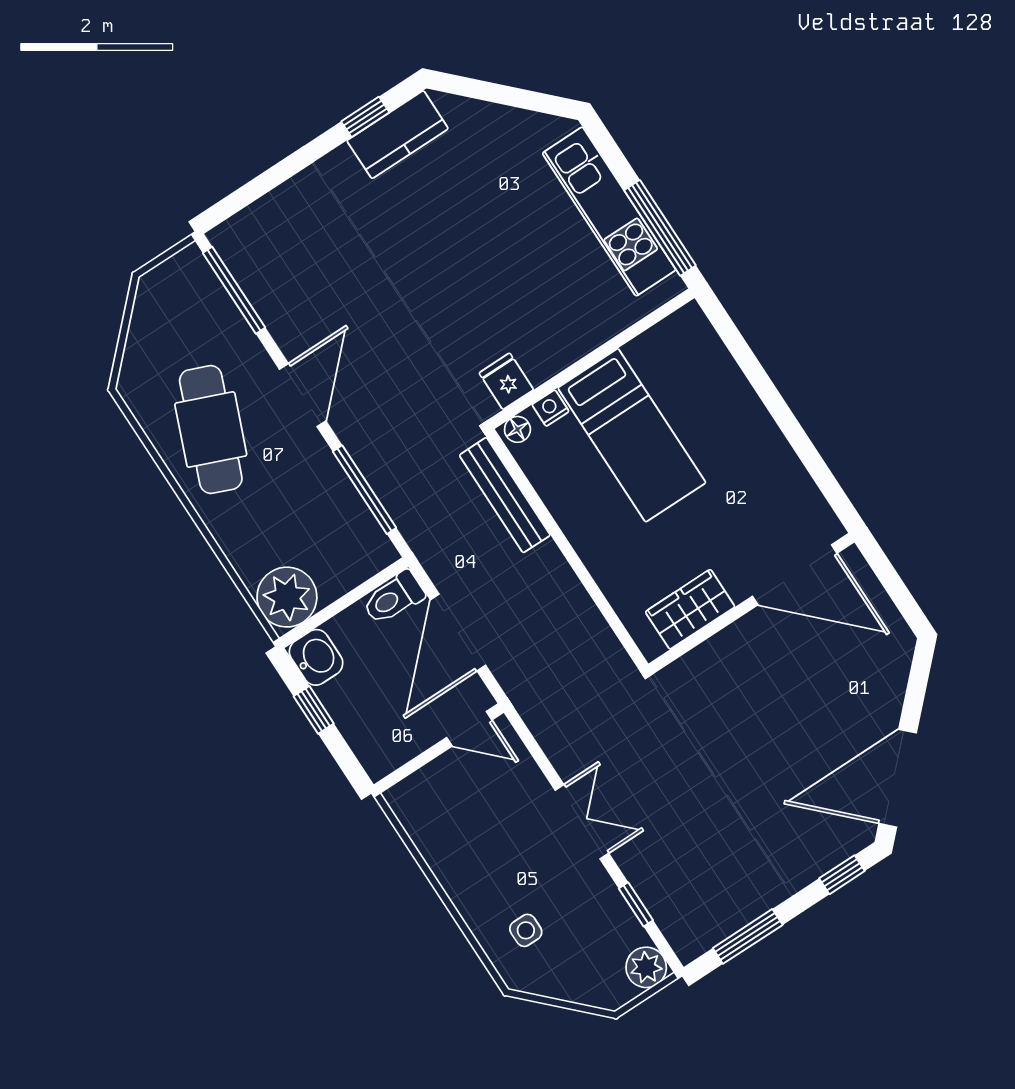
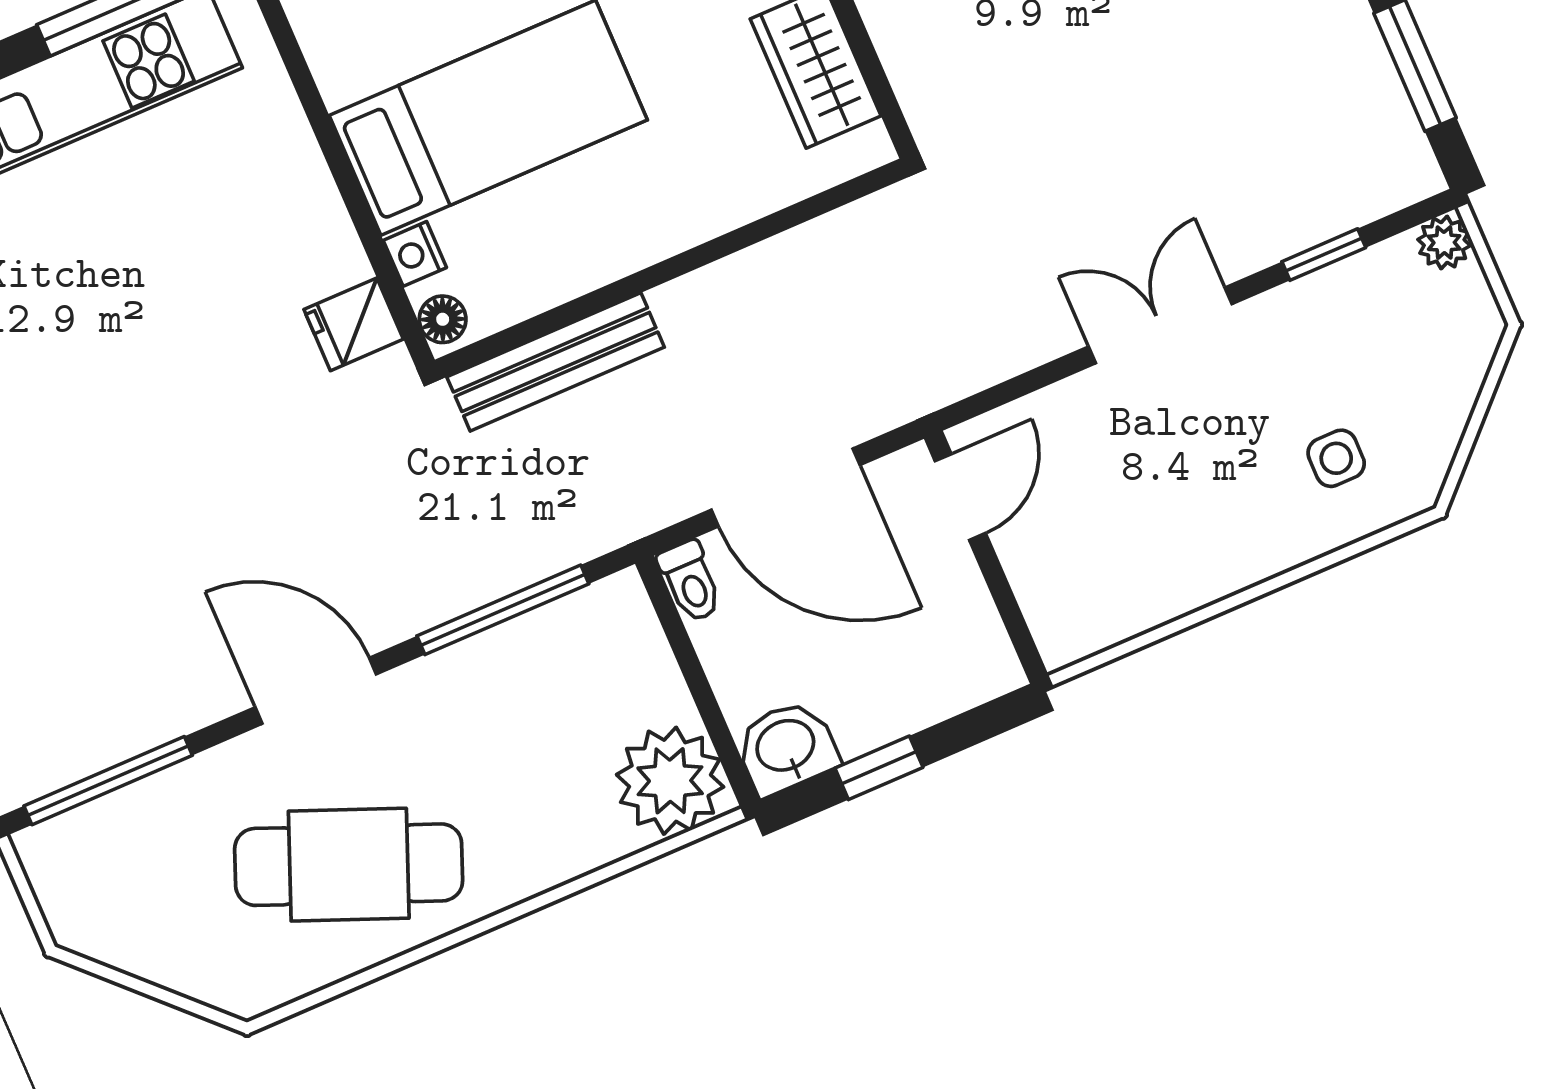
toilet: (394, 598) -> (690, 581), width x0.73, depth x0.72
plant: (646, 967) -> (1444, 243), width x0.73, depth x0.73

